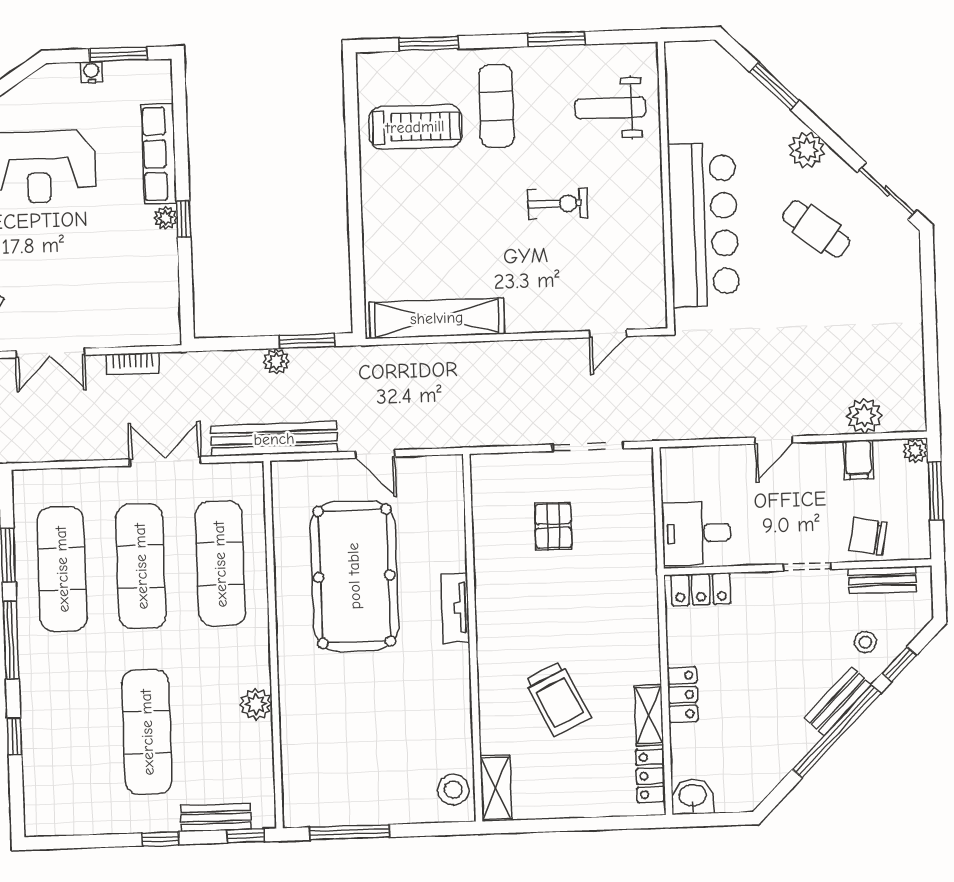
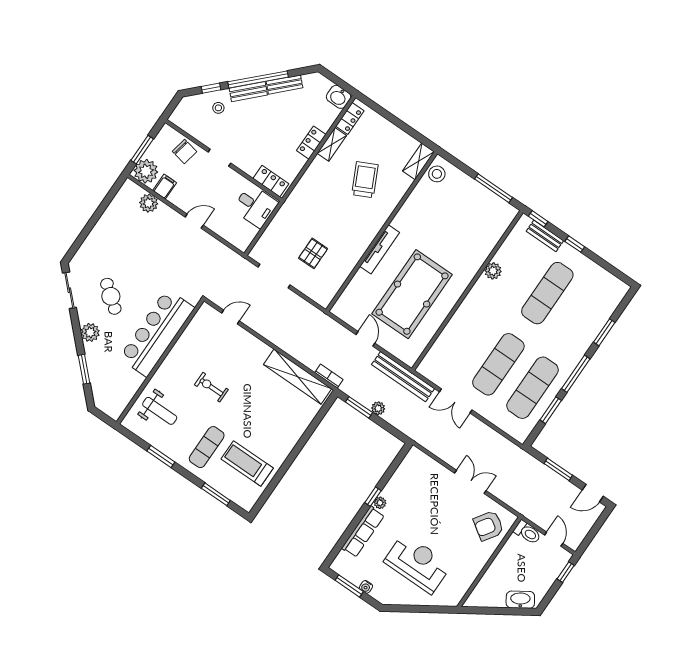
bookcase: (133, 364) -> (329, 376), moved
plant: (915, 451) -> (146, 171), width x1.88, depth x1.88
exercise mat: (220, 564) -> (464, 341), removed
bench: (882, 580) -> (285, 85), moved, turned -45
tv unit: (455, 608) -> (380, 249), width x1.41
window: (14, 736) -> (604, 332), width x1.50

